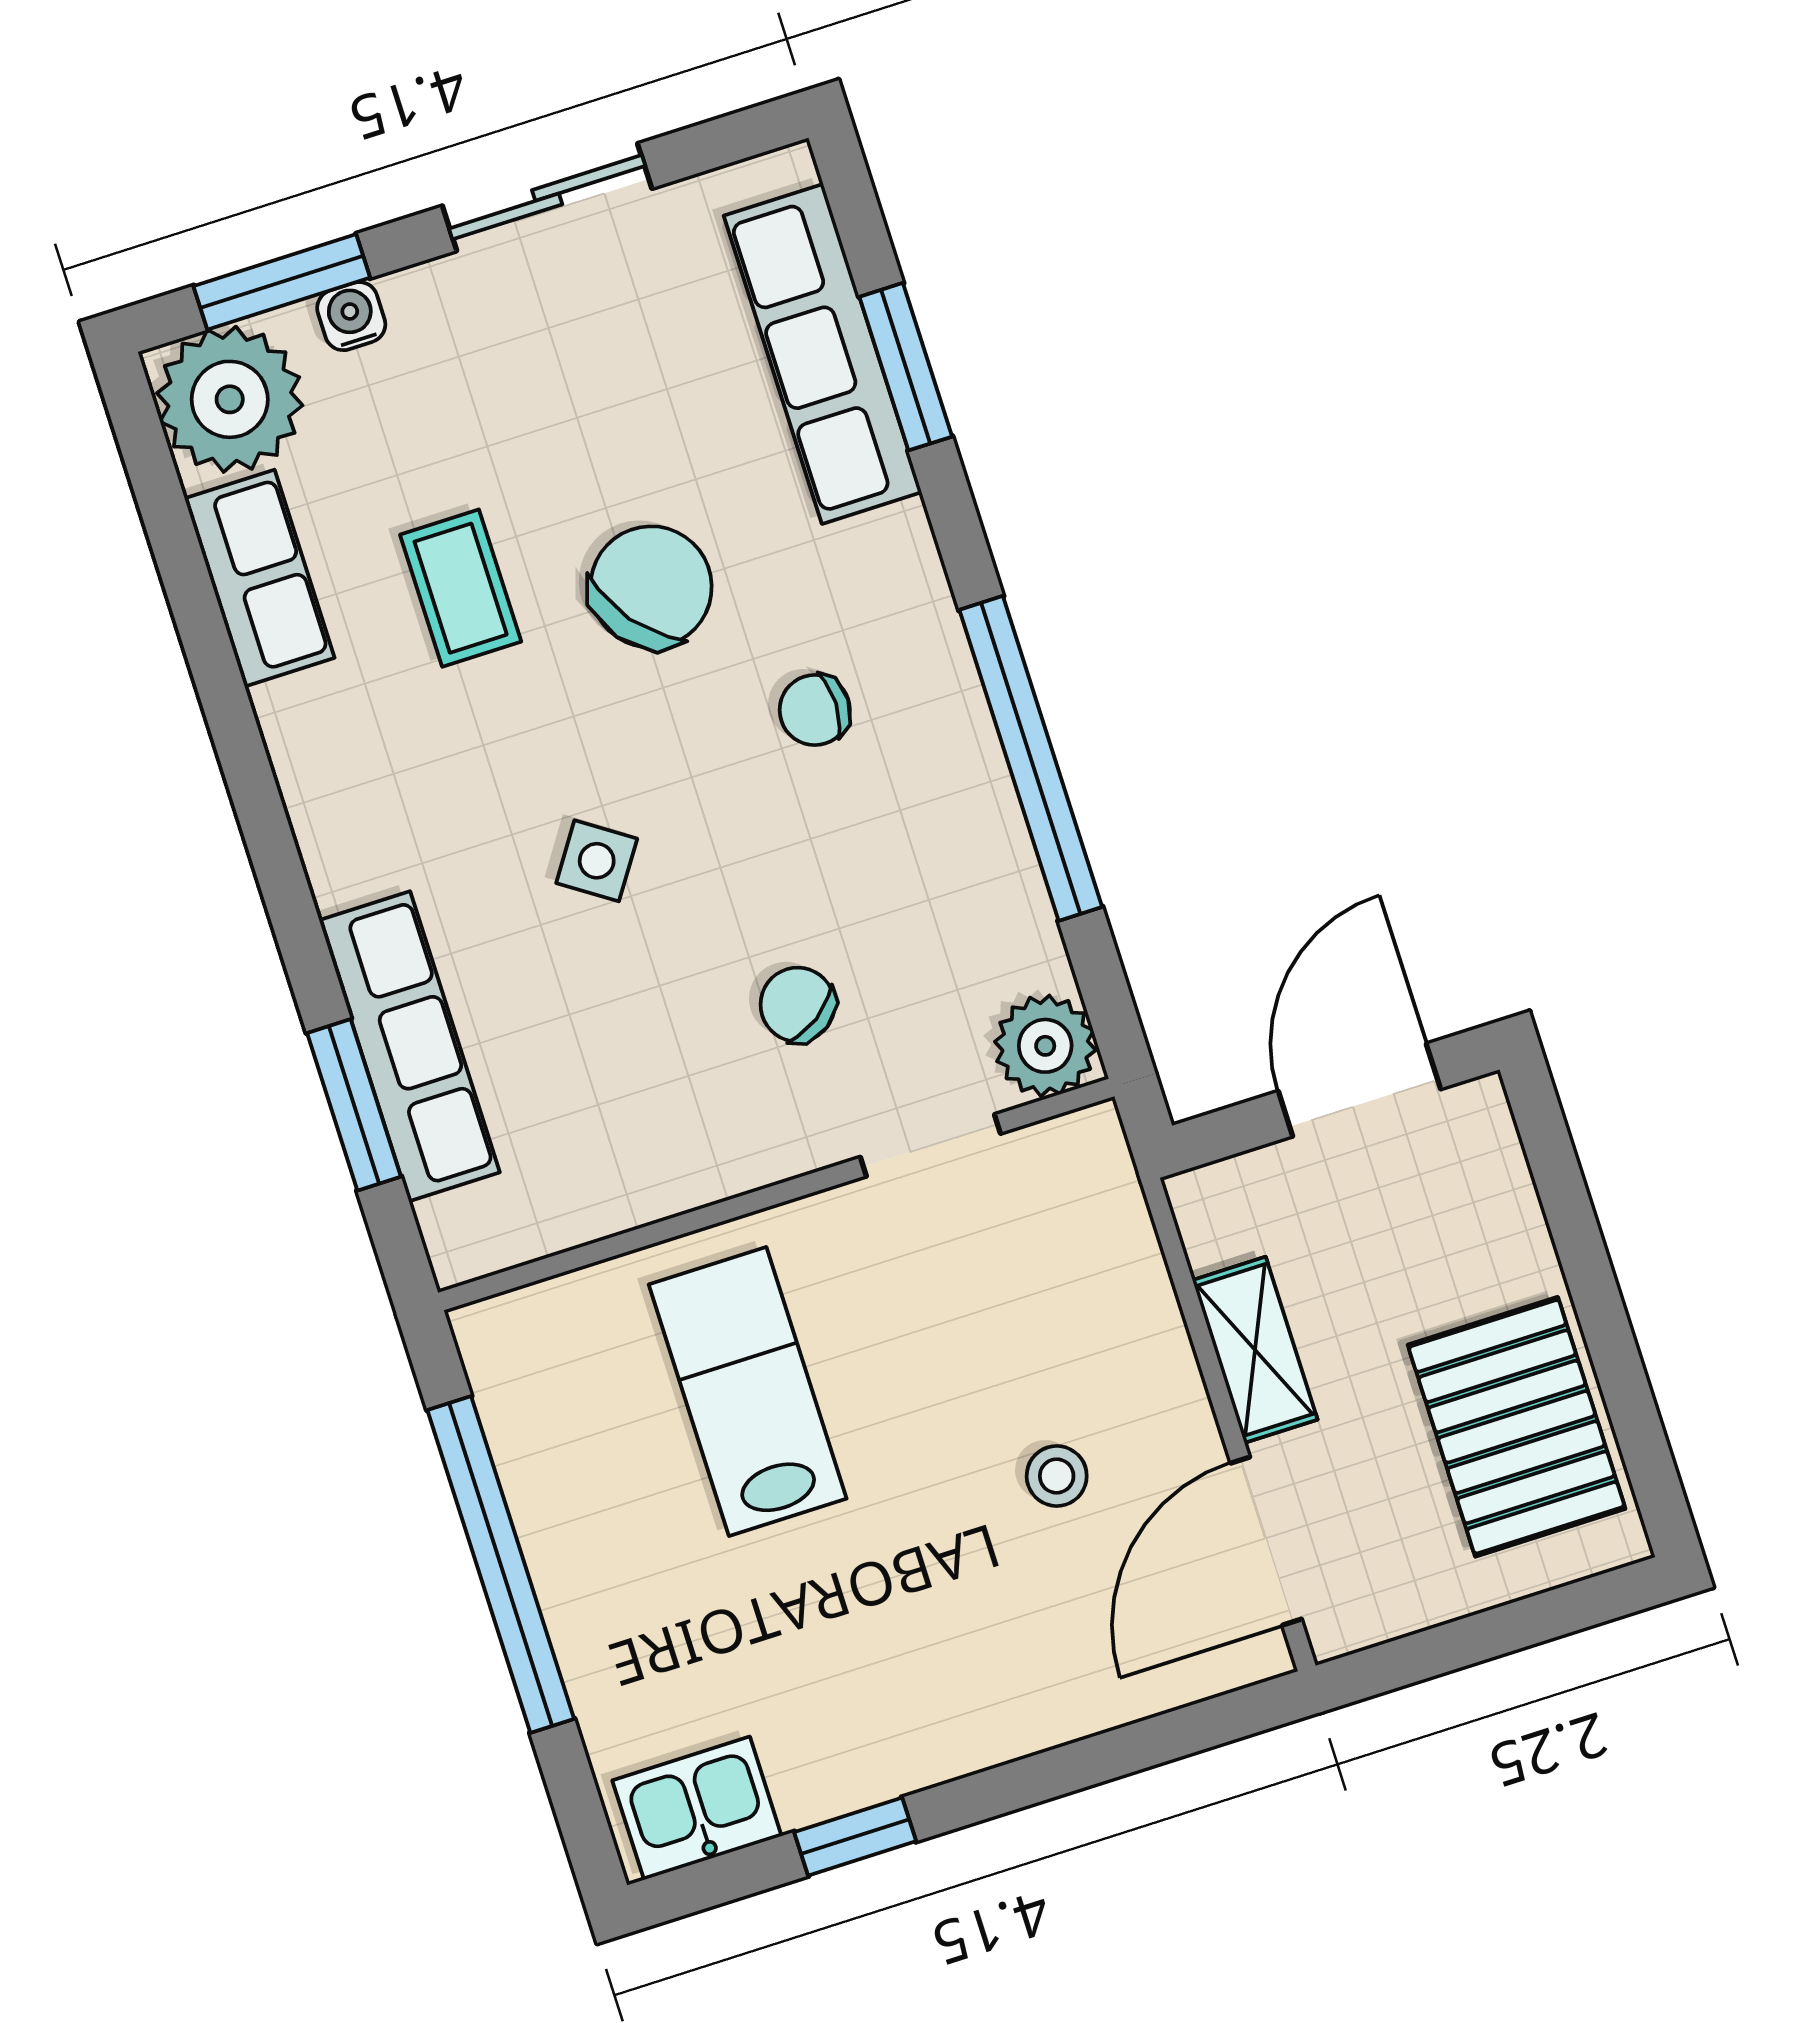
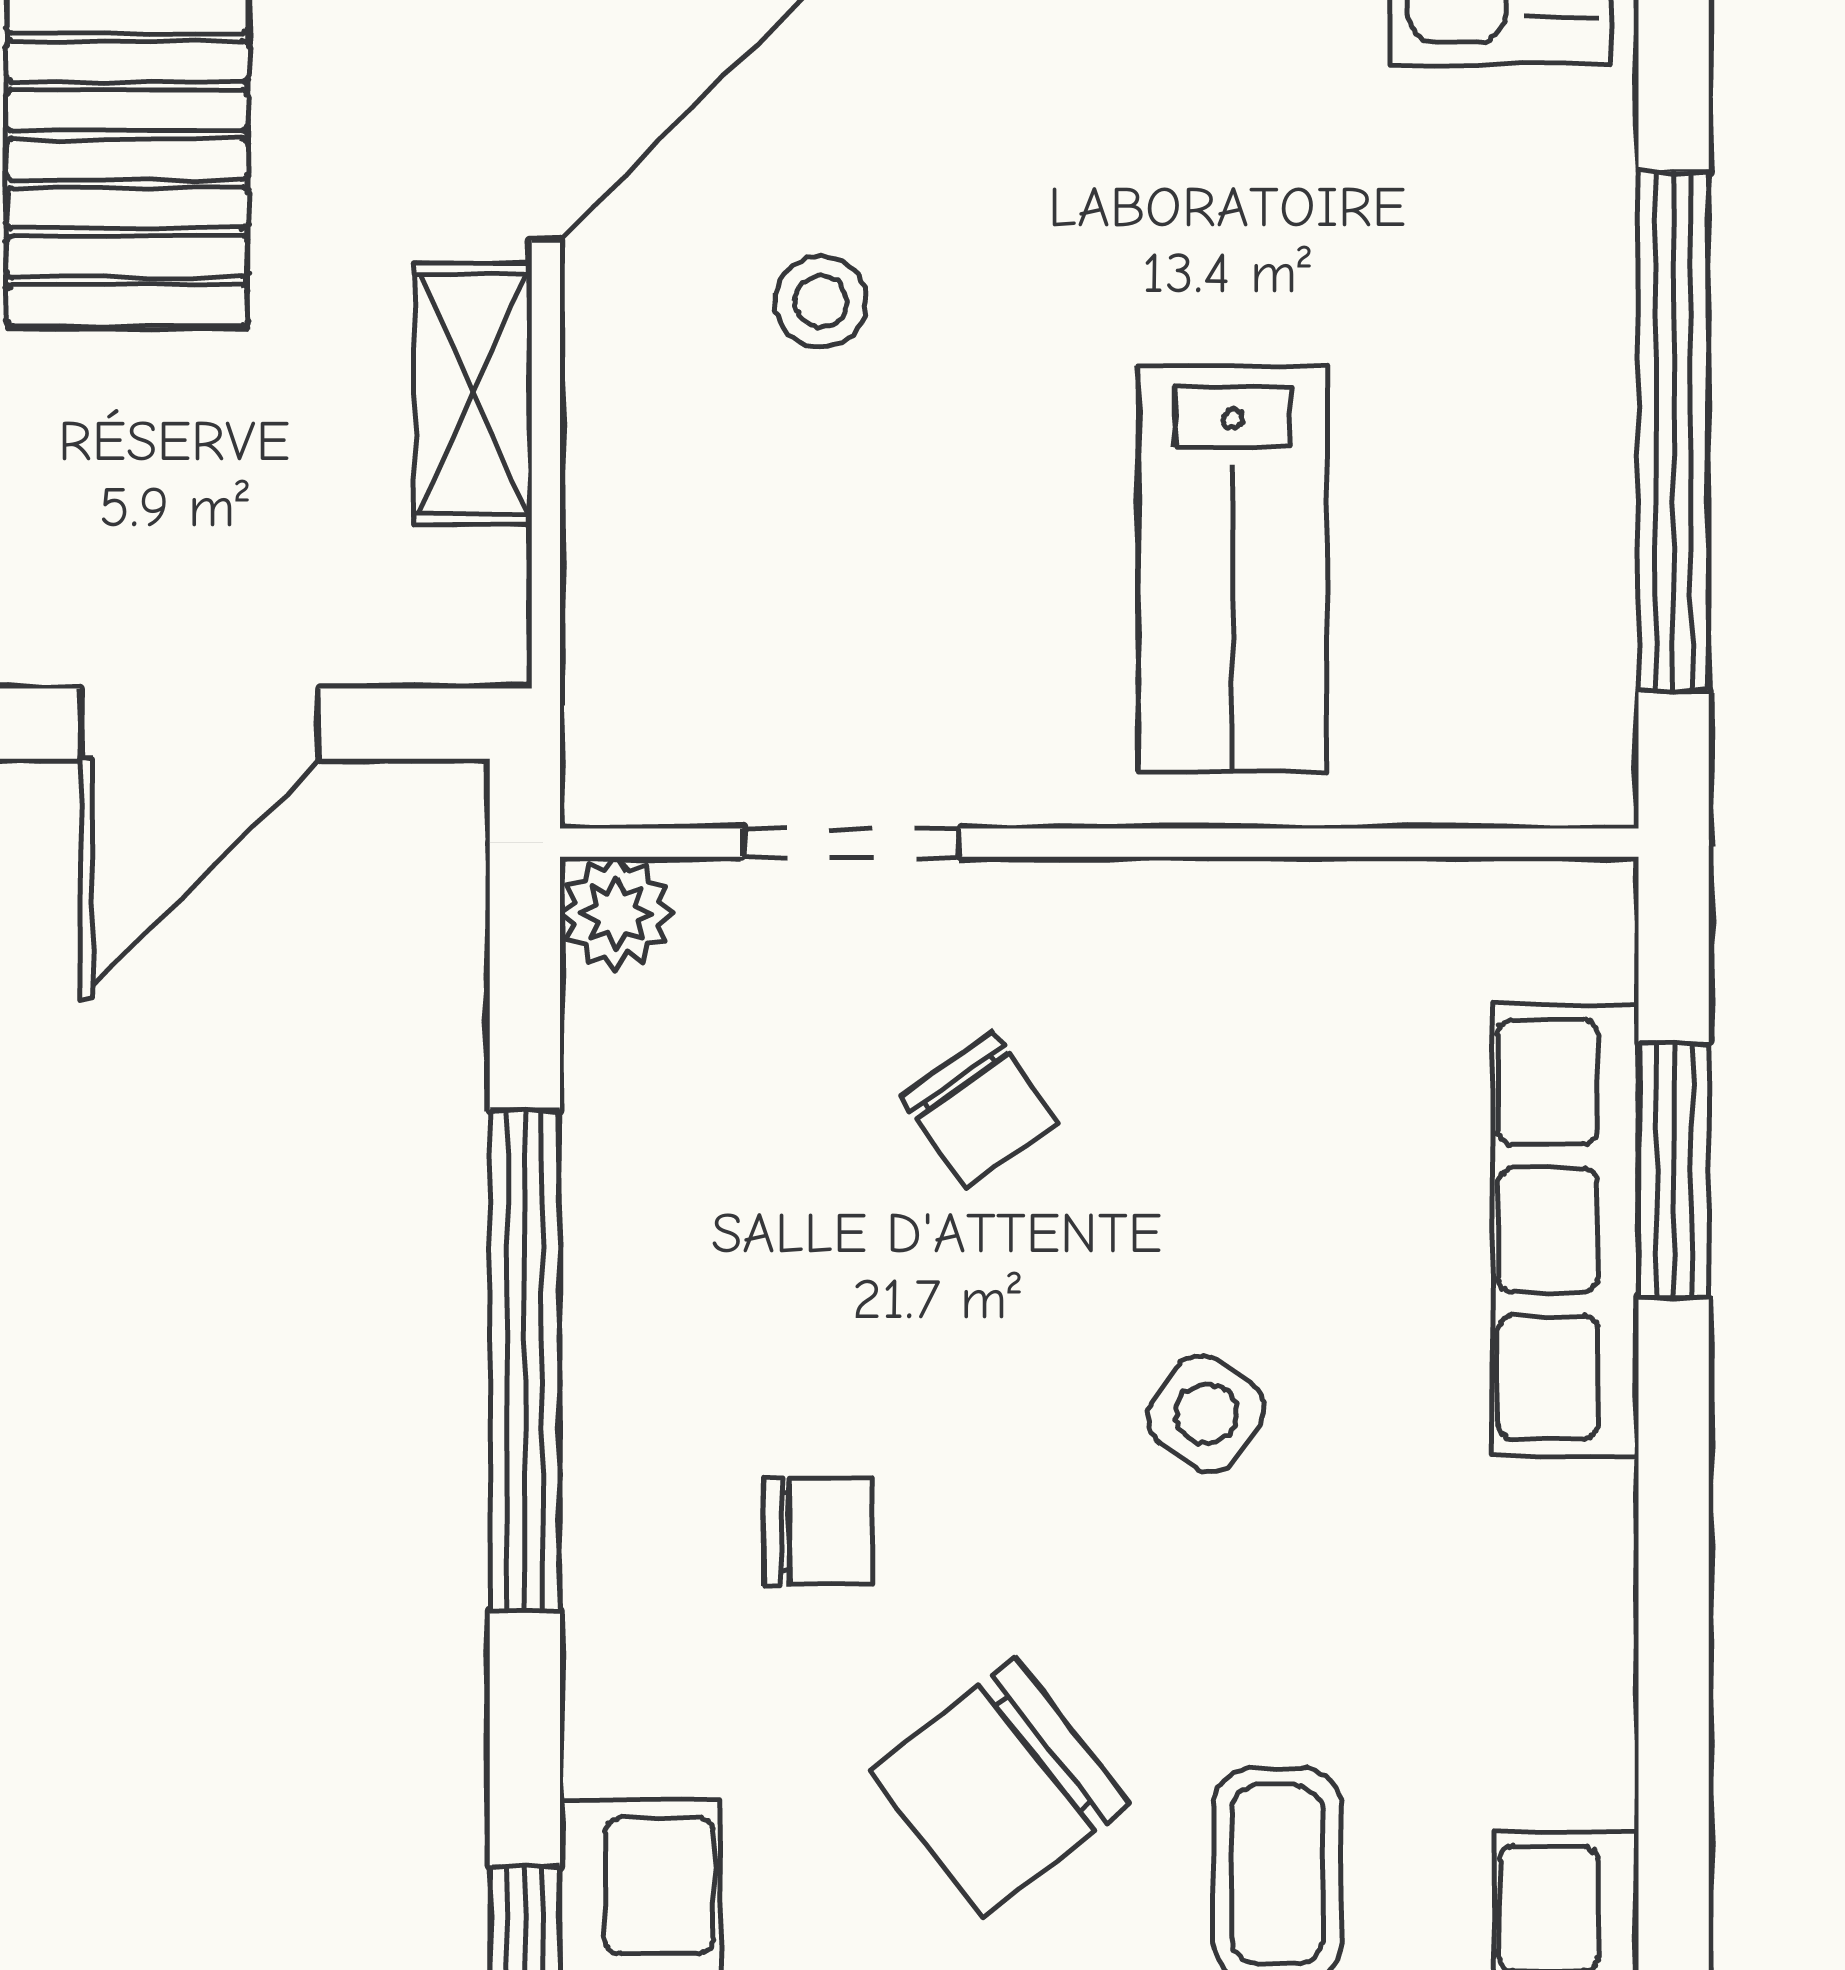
plant: (1045, 1046) -> (616, 913), width x0.73, depth x0.73

